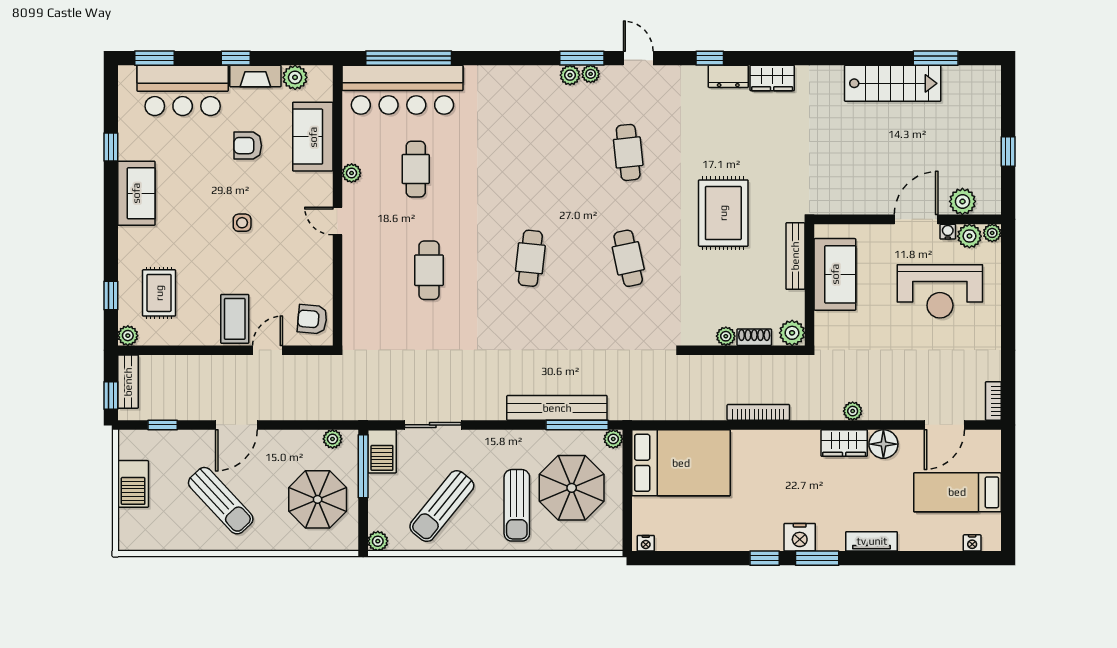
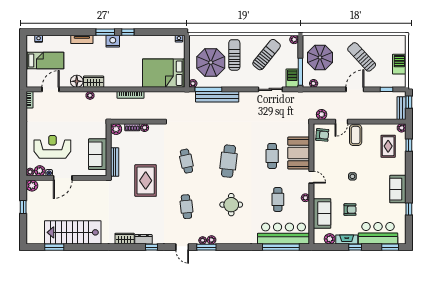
stairs: (893, 83) -> (73, 232), width x1.36, depth x1.51
round table: (524, 157) -> (231, 205), added
plant: (962, 201) -> (32, 186), moved
cafe table: (530, 258) -> (229, 161), width x1.37, depth x1.35
booth: (367, 277) -> (299, 153), added
plant: (314, 367) -> (322, 114), added

